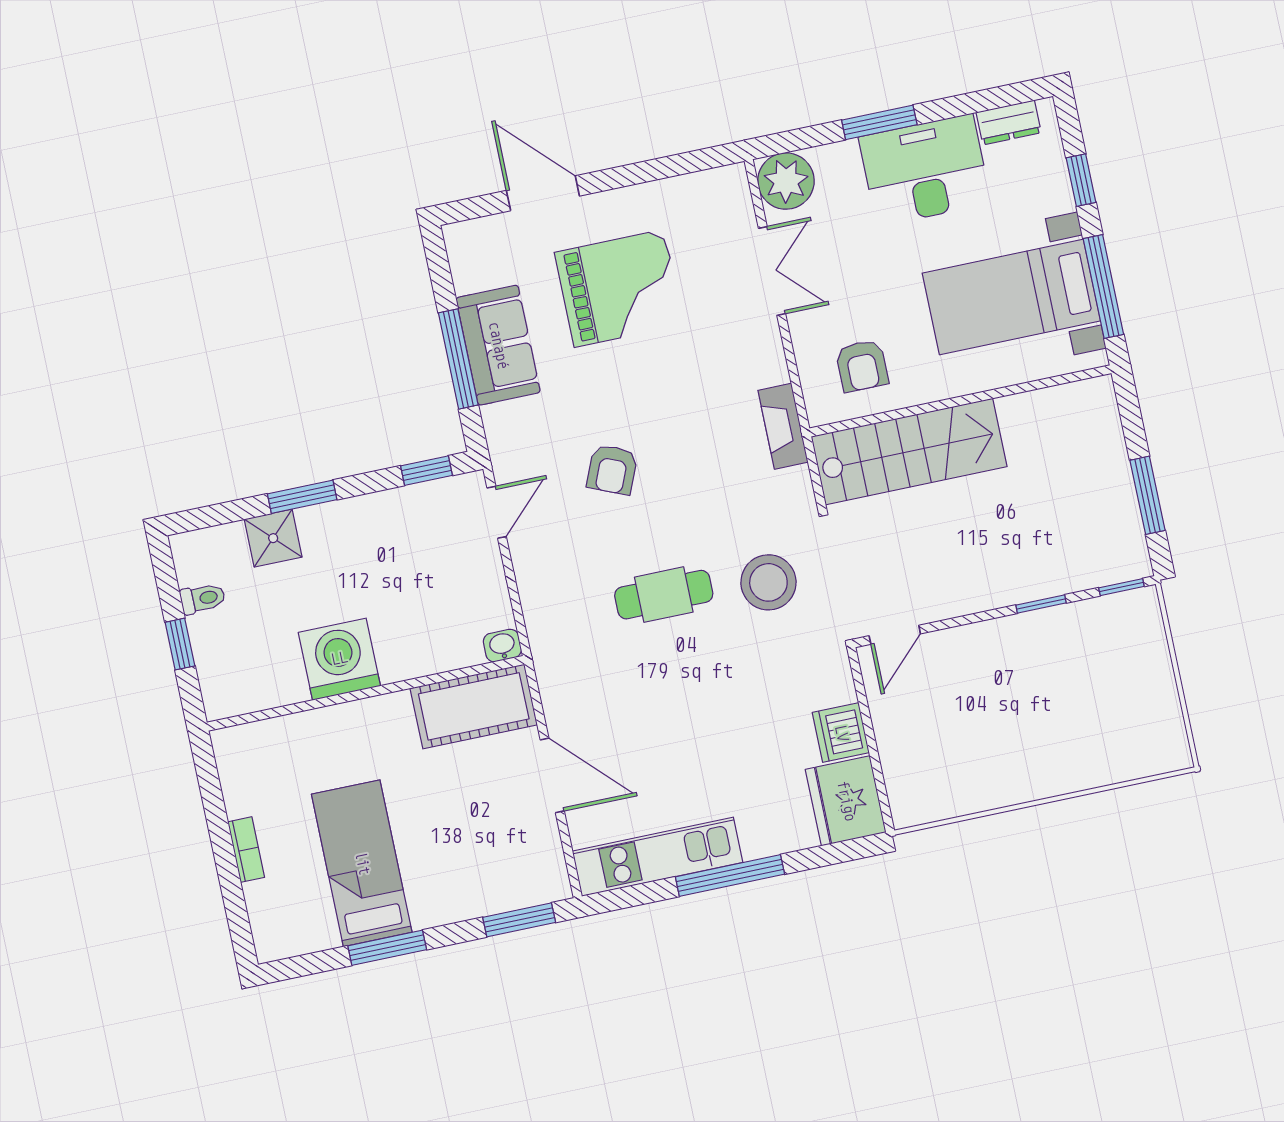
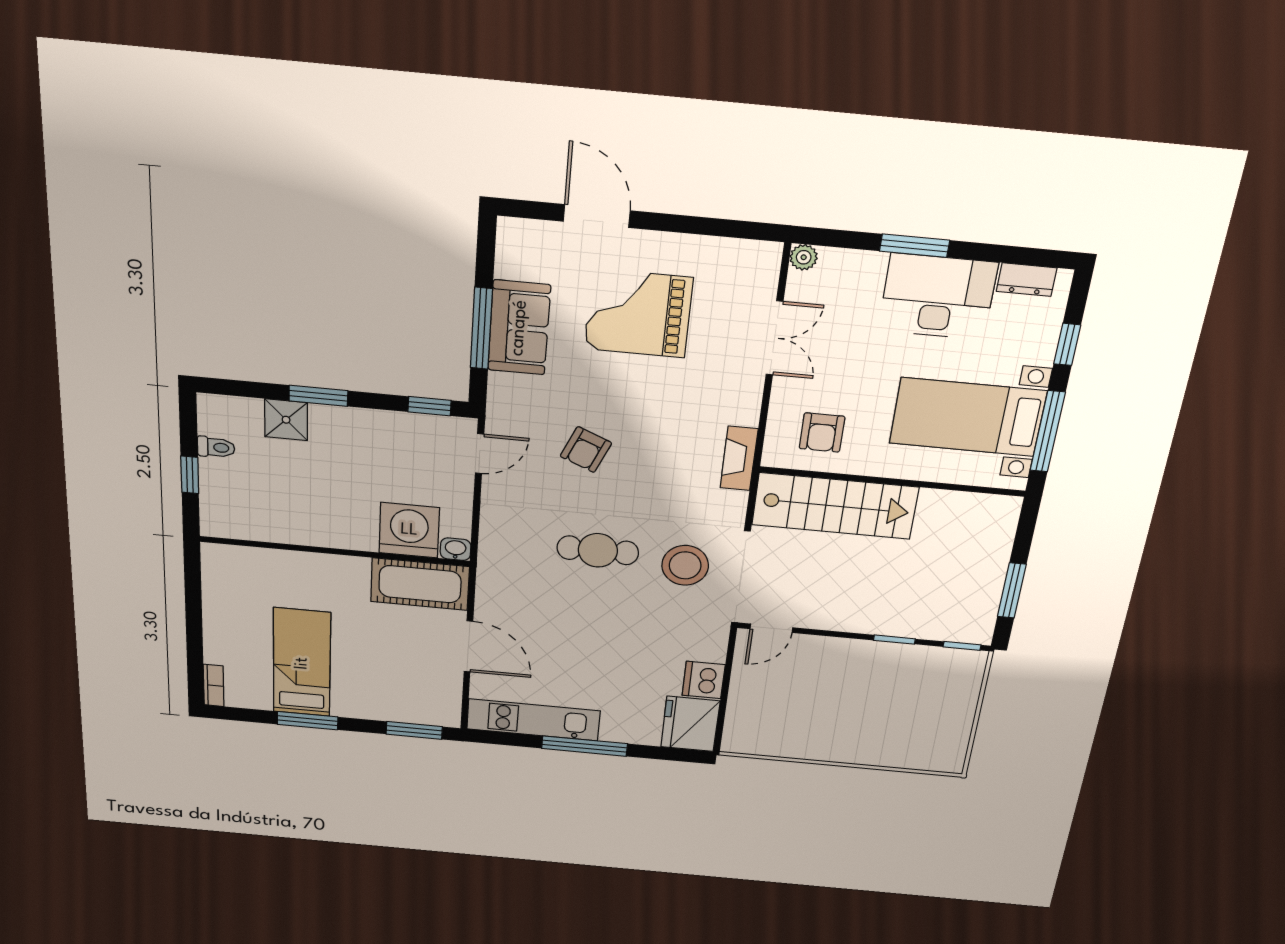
plant: (786, 181) -> (804, 257), width x0.53, depth x0.53
grand piano: (619, 288) -> (638, 313), turned 180
washing machine: (339, 659) -> (409, 530), moved
bookcase: (246, 850) -> (214, 685), moved

